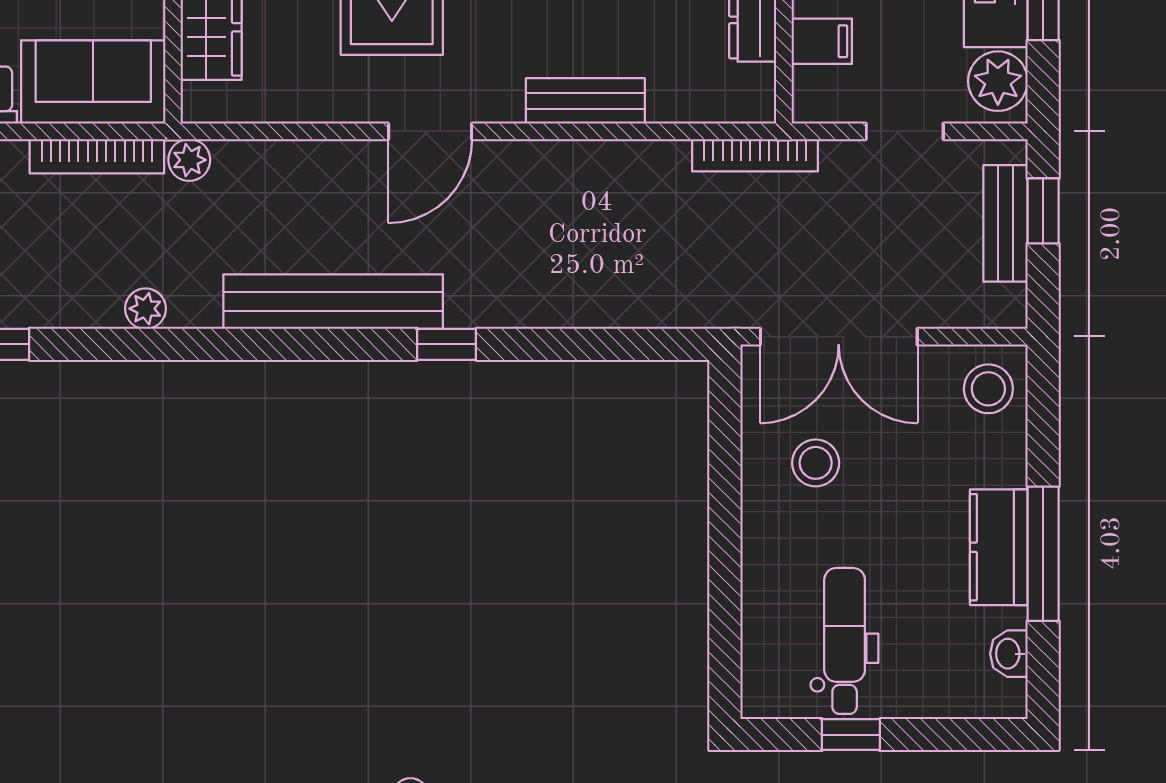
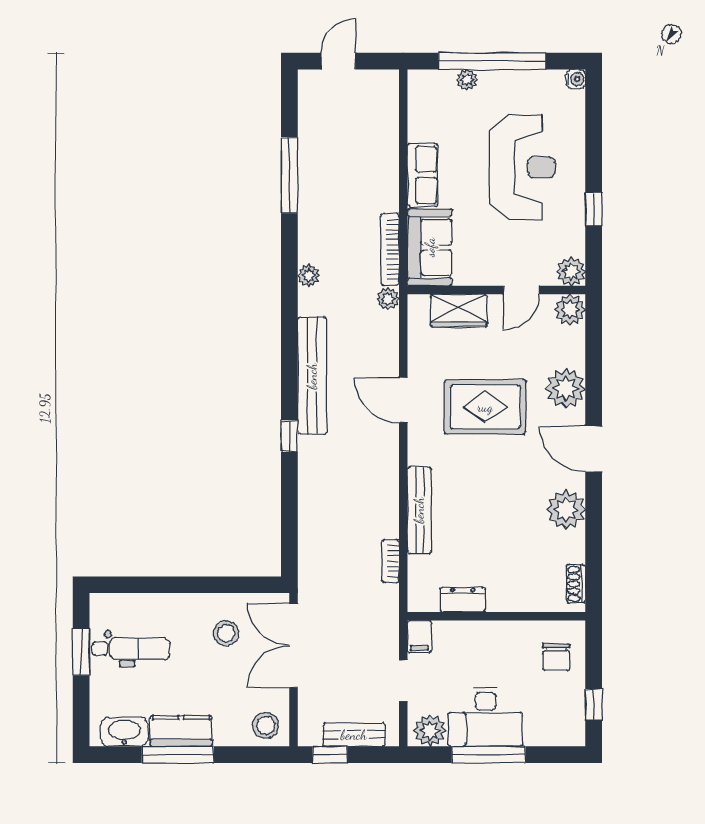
filing cabinet: (822, 41) -> (419, 636), moved
bench: (585, 101) -> (419, 510), width x1.36
door: (430, 131) -> (403, 400), moved
bookcase: (755, 155) -> (390, 561), moved, width x0.64
window: (1043, 211) -> (330, 755), moved
washbasin: (1009, 654) -> (124, 732), width x1.91, depth x1.45
window: (851, 735) -> (81, 652), width x1.50

